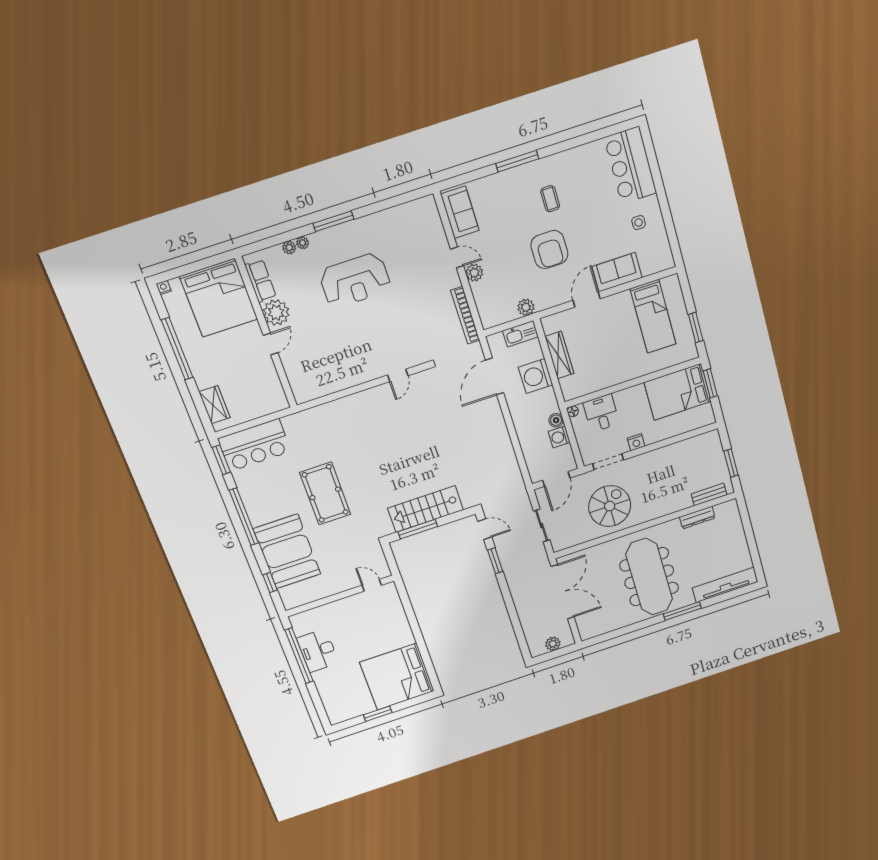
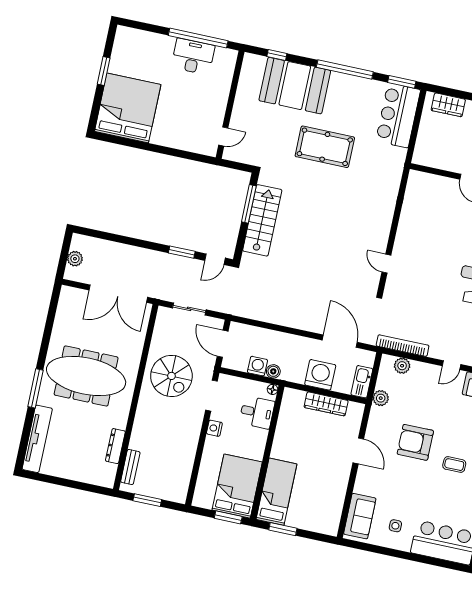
sofa: (617, 272) -> (360, 516), moved
plant: (474, 273) -> (402, 366), moved
bed: (653, 316) -> (276, 492), moved, turned 90

